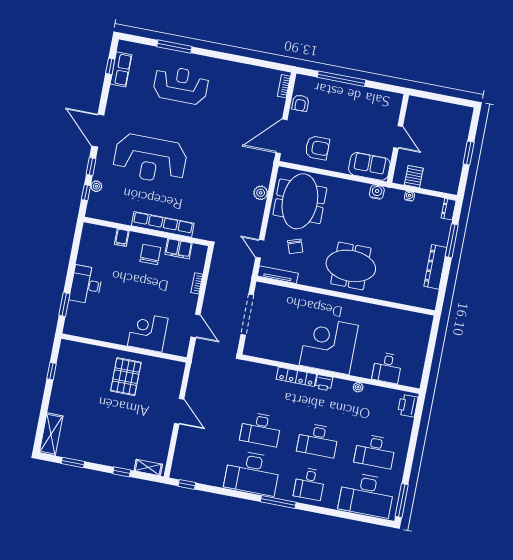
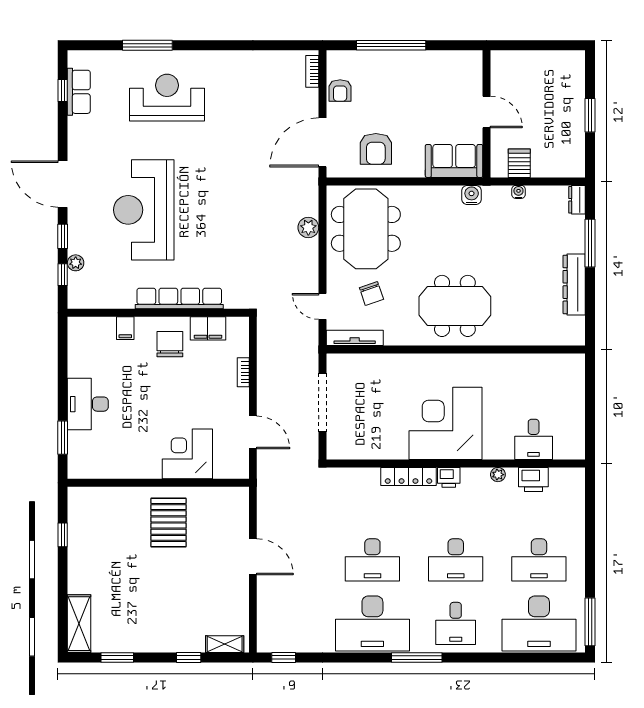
armchair: (317, 148) -> (376, 149), turned 90
reception desk: (150, 159) -> (144, 210), turned 90
printer: (408, 406) -> (533, 479), moved, turned -90

